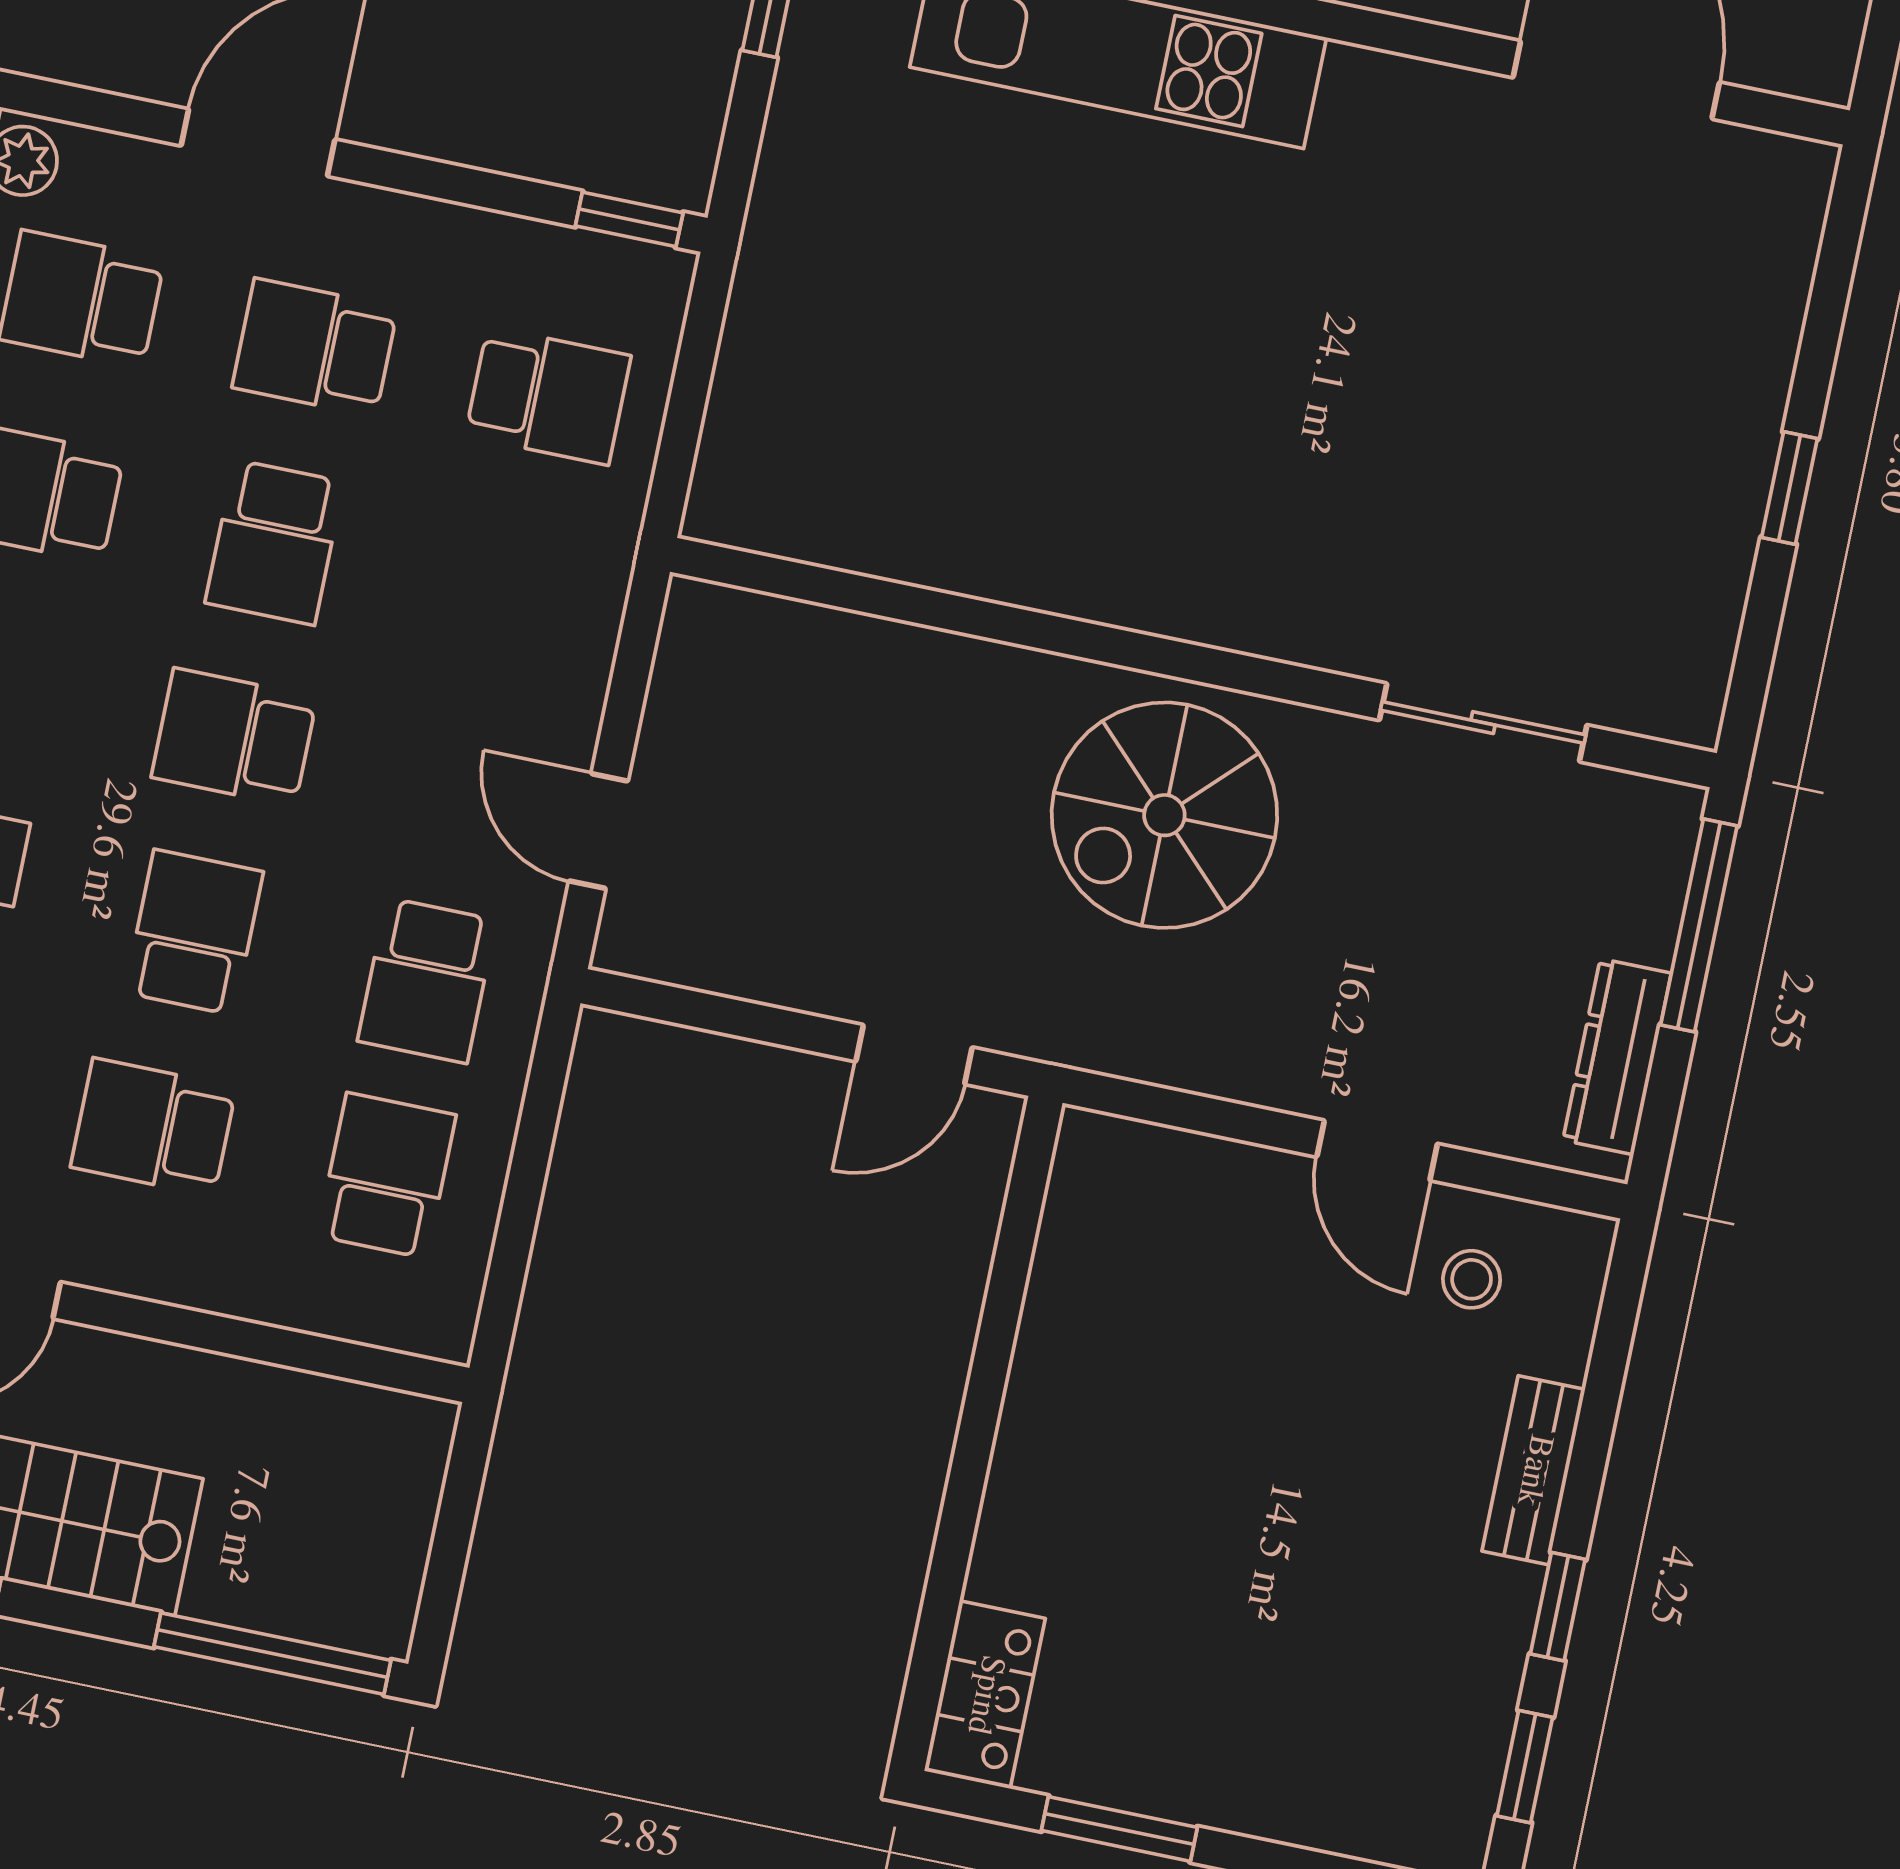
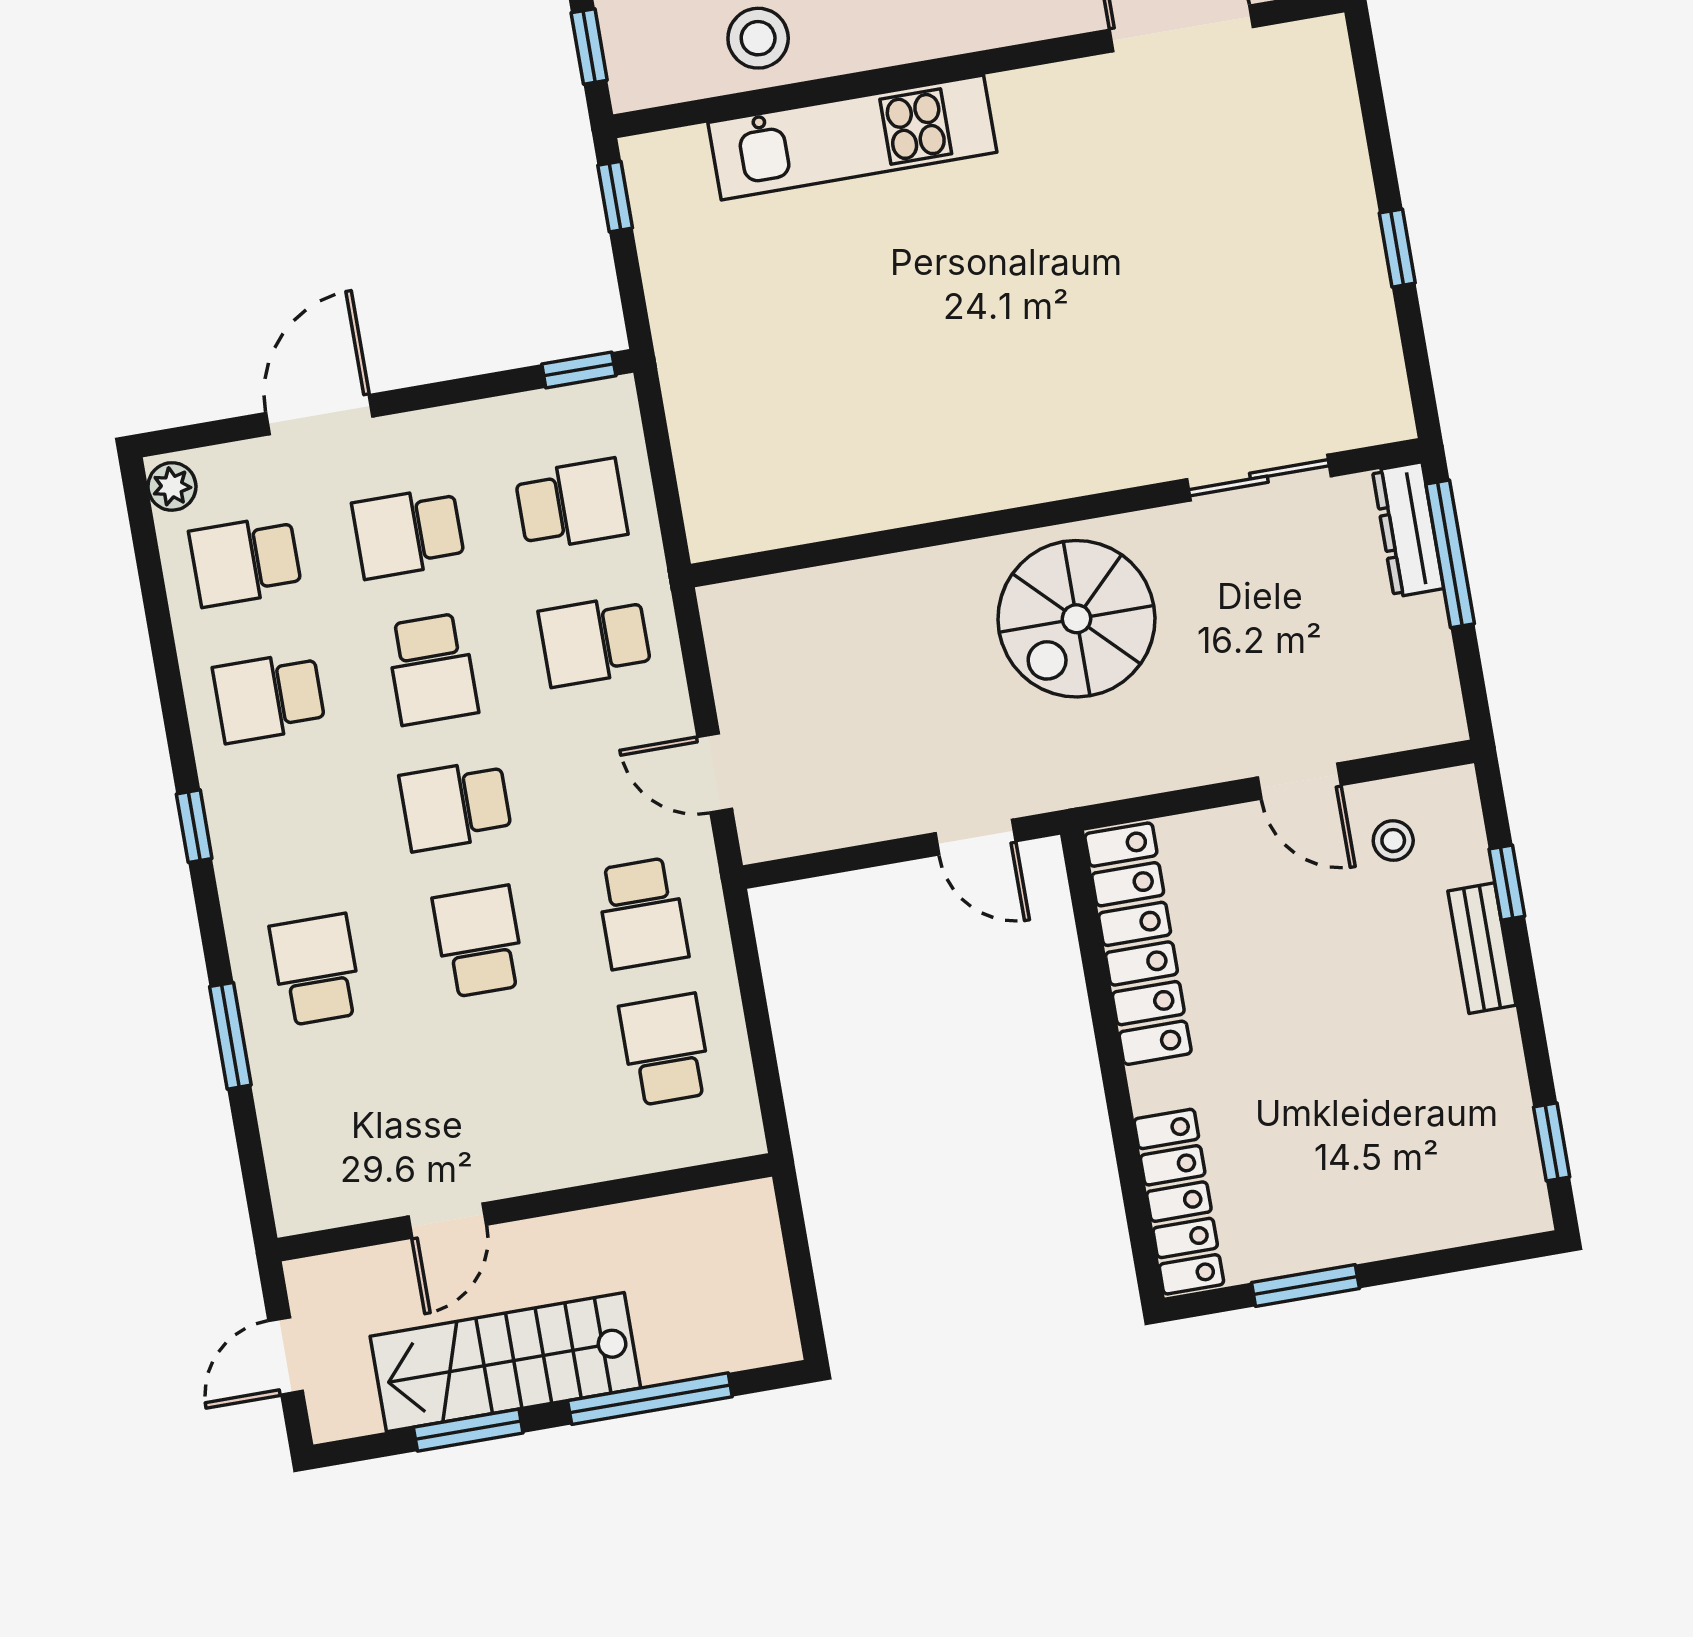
door: (914, 1054) -> (976, 837), hinge flipped
dresser: (1617, 1057) -> (1408, 530), moved
school desk: (153, 1127) -> (595, 641), moved
locker: (1075, 1283) -> (1138, 944), added
window: (1558, 1607) -> (1507, 883), moved
window: (272, 1654) -> (650, 1399), moved
locker: (985, 1695) -> (1179, 1202), width x1.53

